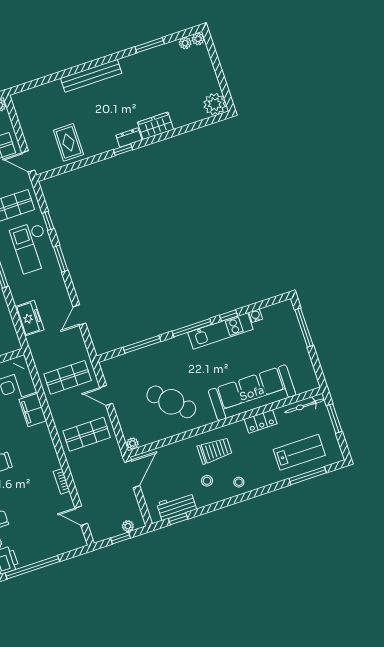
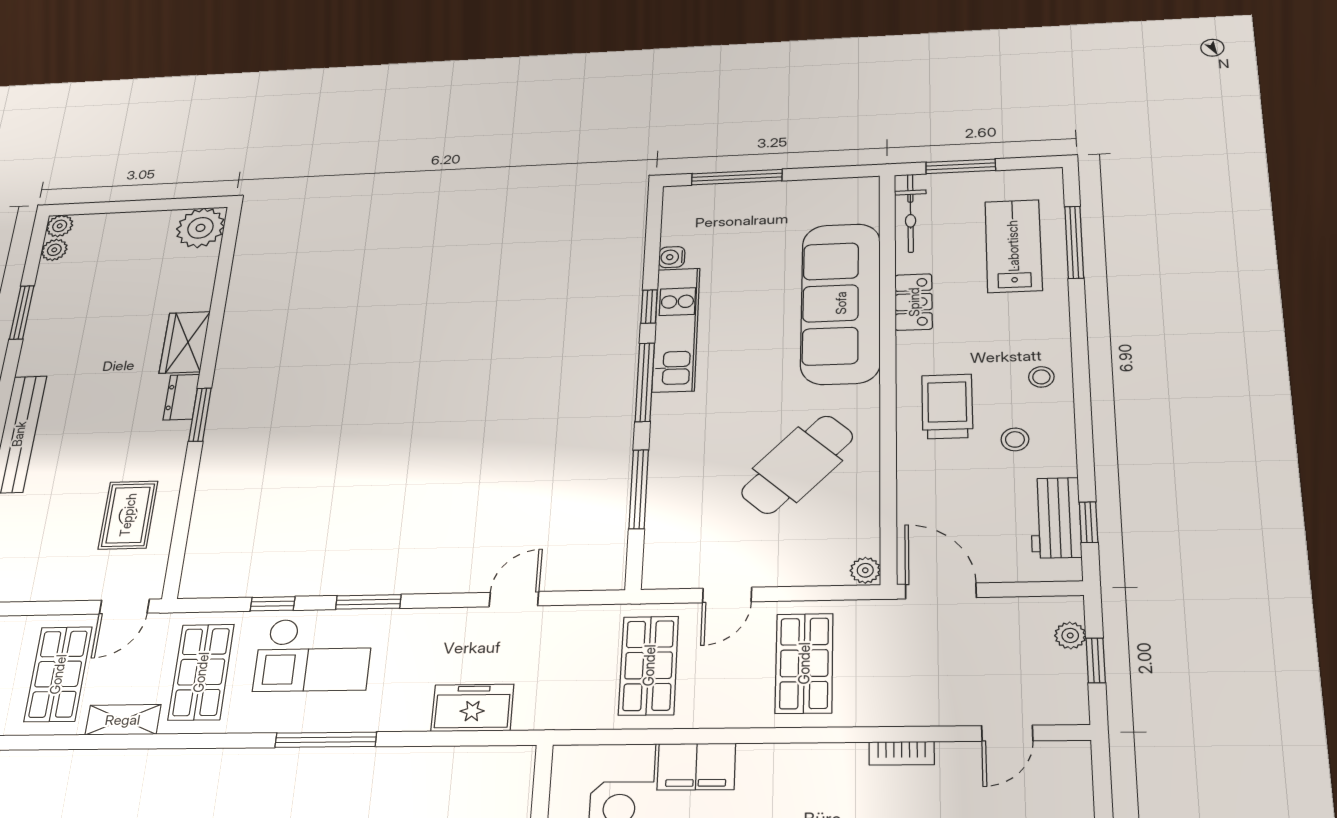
rug: (68, 142) -> (128, 515), turned 90
window: (123, 150) -> (200, 415), width x1.50
door: (79, 315) -> (514, 599), swing flipped

